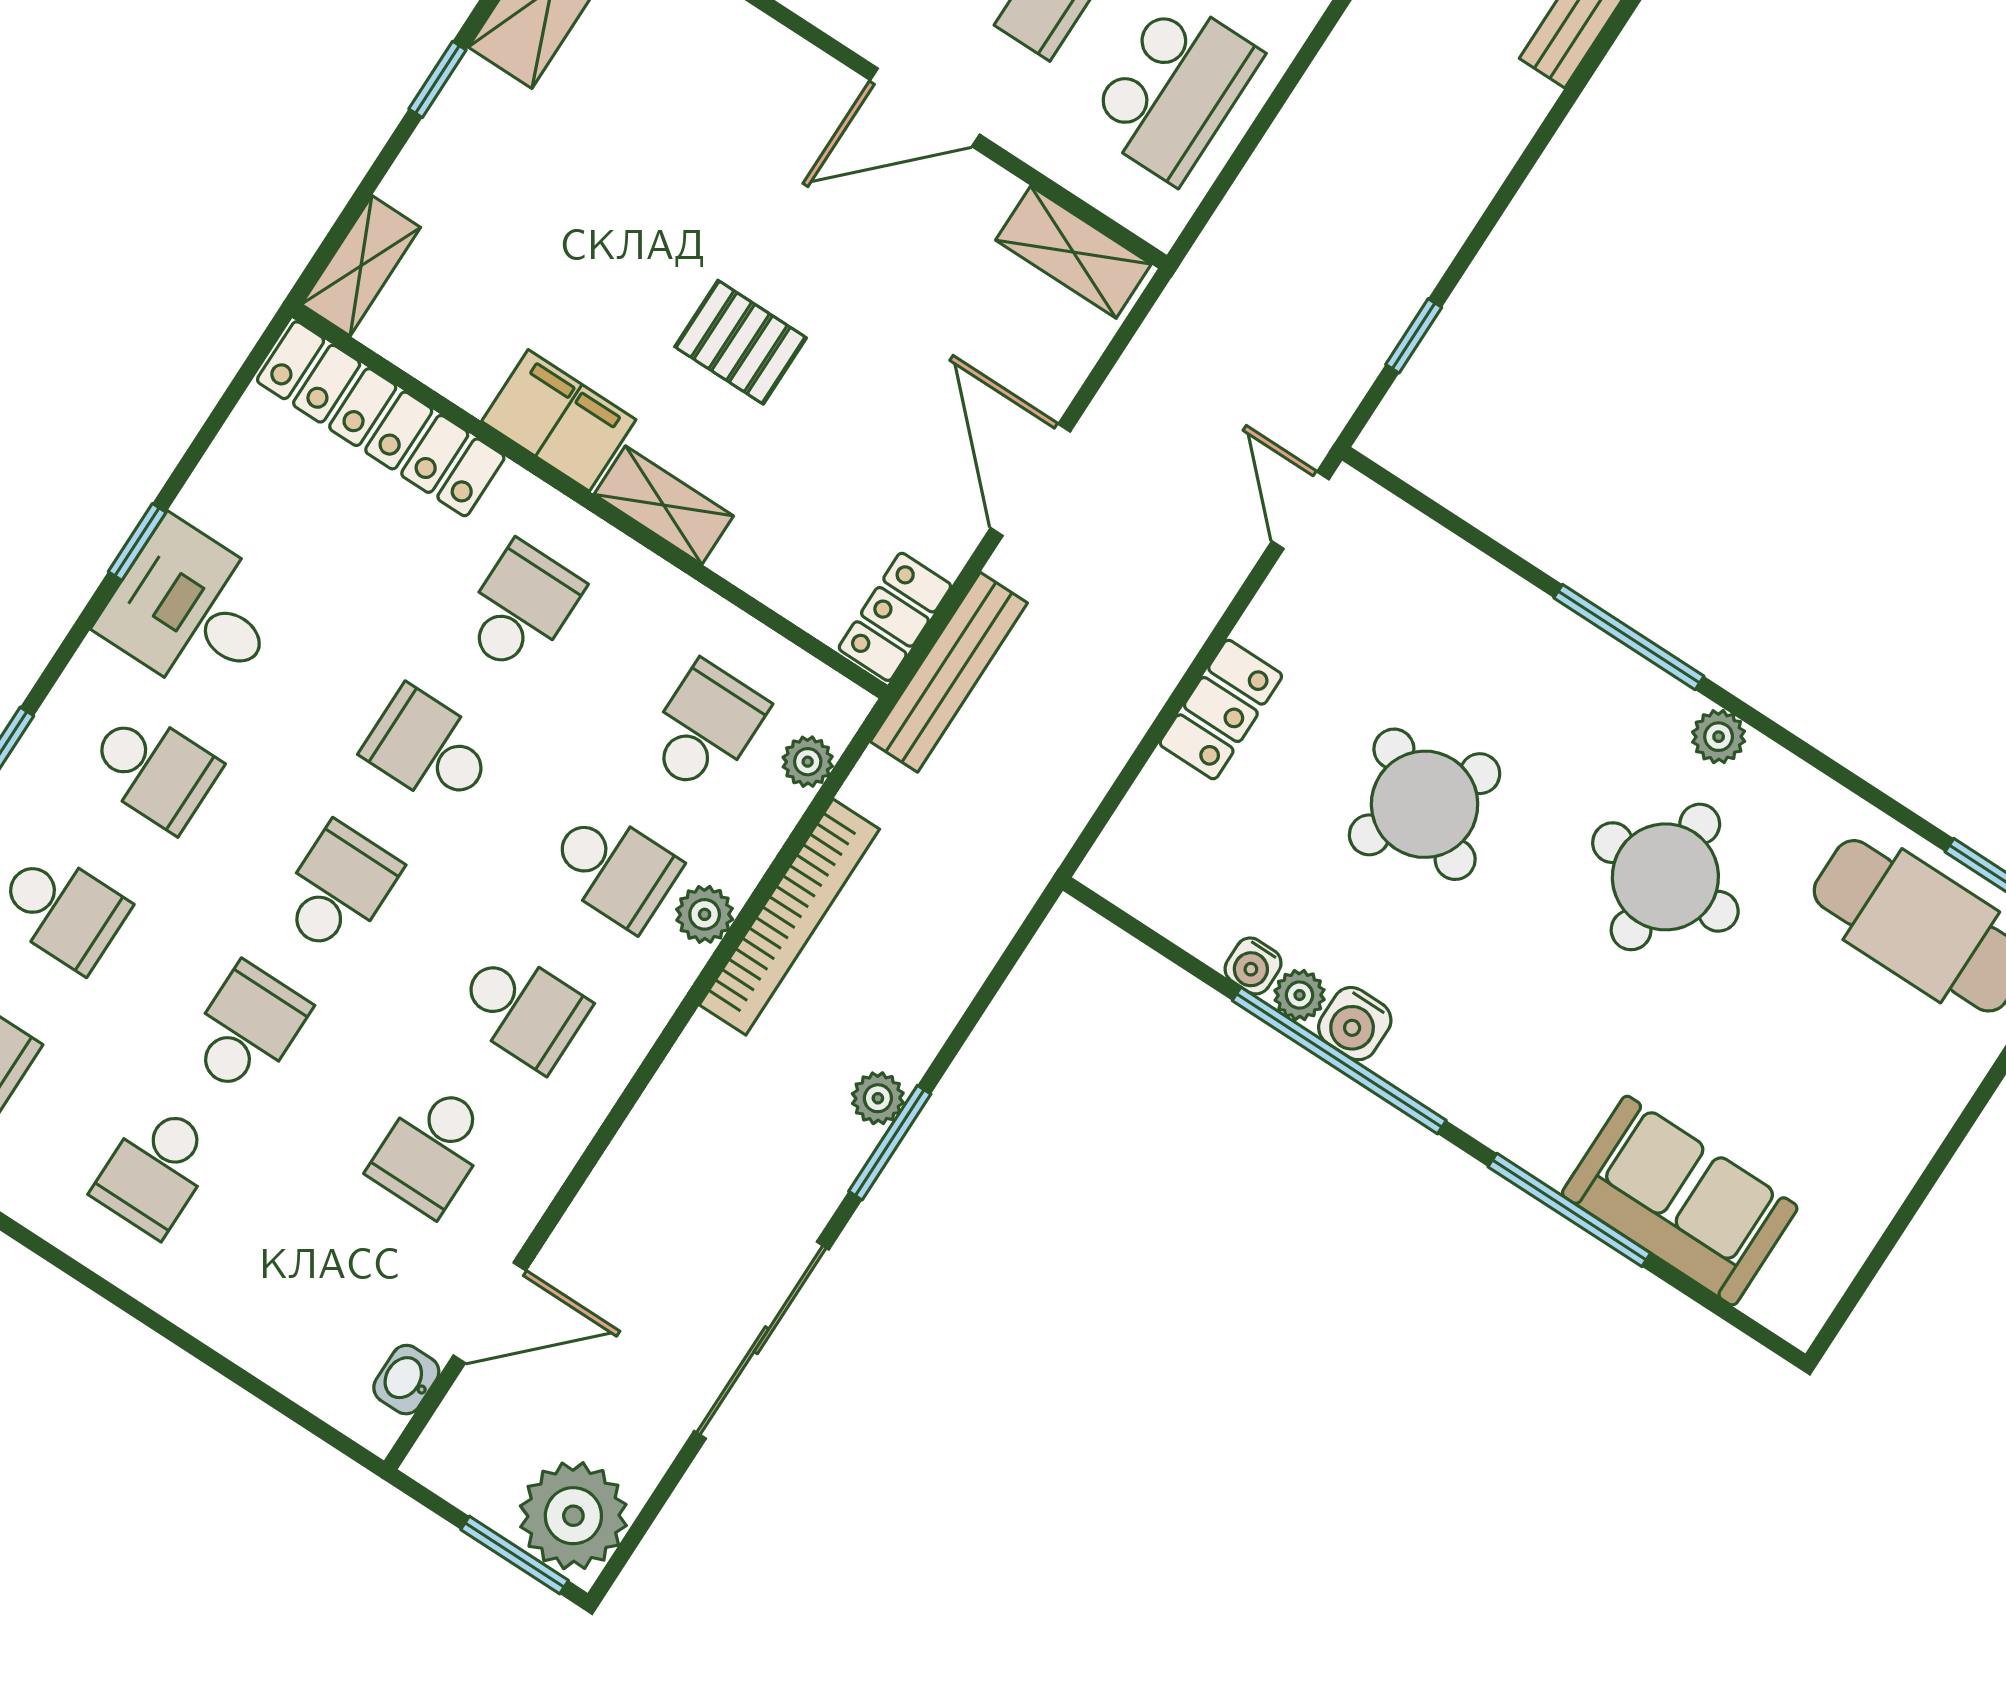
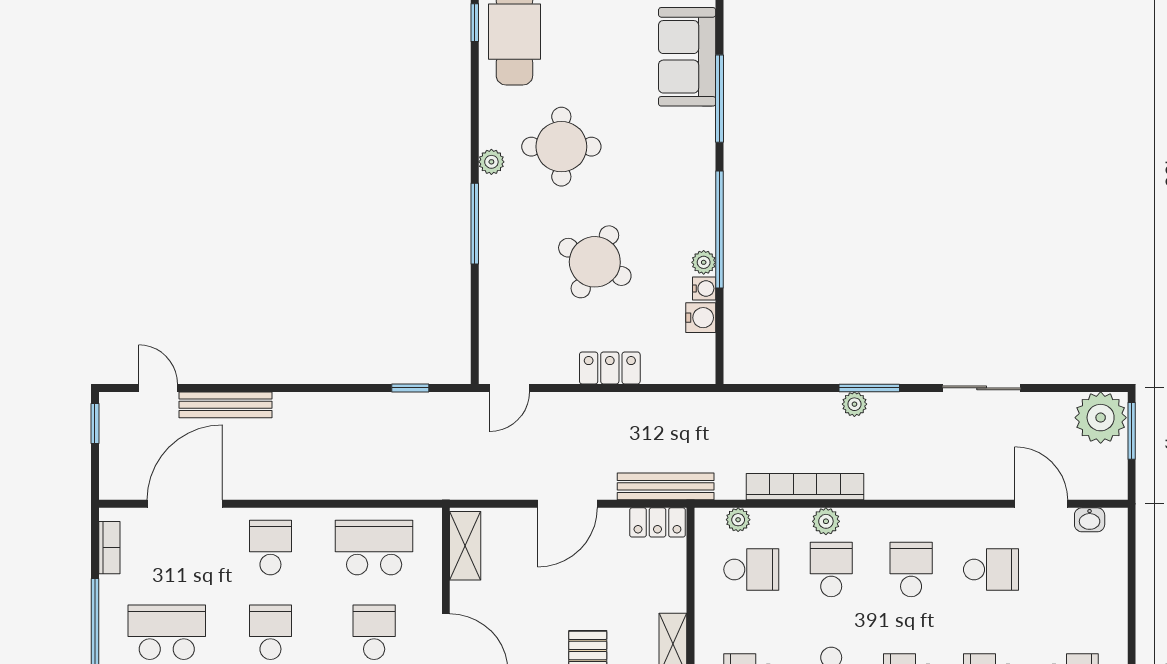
school desk: (705, 728) -> (751, 569), turned 180
water cooler: (1355, 1024) -> (701, 318), moved
sliding door: (761, 1340) -> (982, 388), width x0.73

